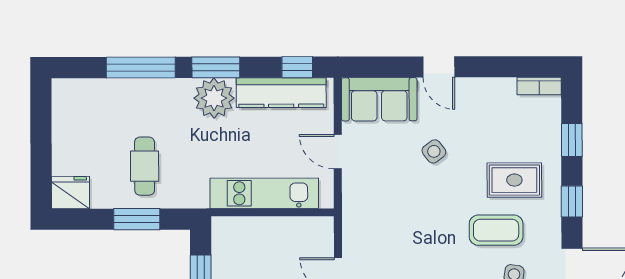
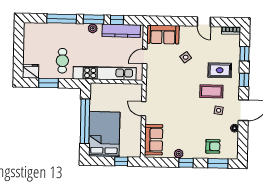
window: (297, 67) -> (117, 20), moved
door: (439, 67) -> (204, 22), moved
plant: (214, 98) -> (93, 28), width x0.53, depth x0.53
door: (338, 152) -> (145, 56), hinge flipped
kitchen unit: (264, 193) -> (105, 73), width x1.36
window: (137, 219) -> (48, 83), moved

